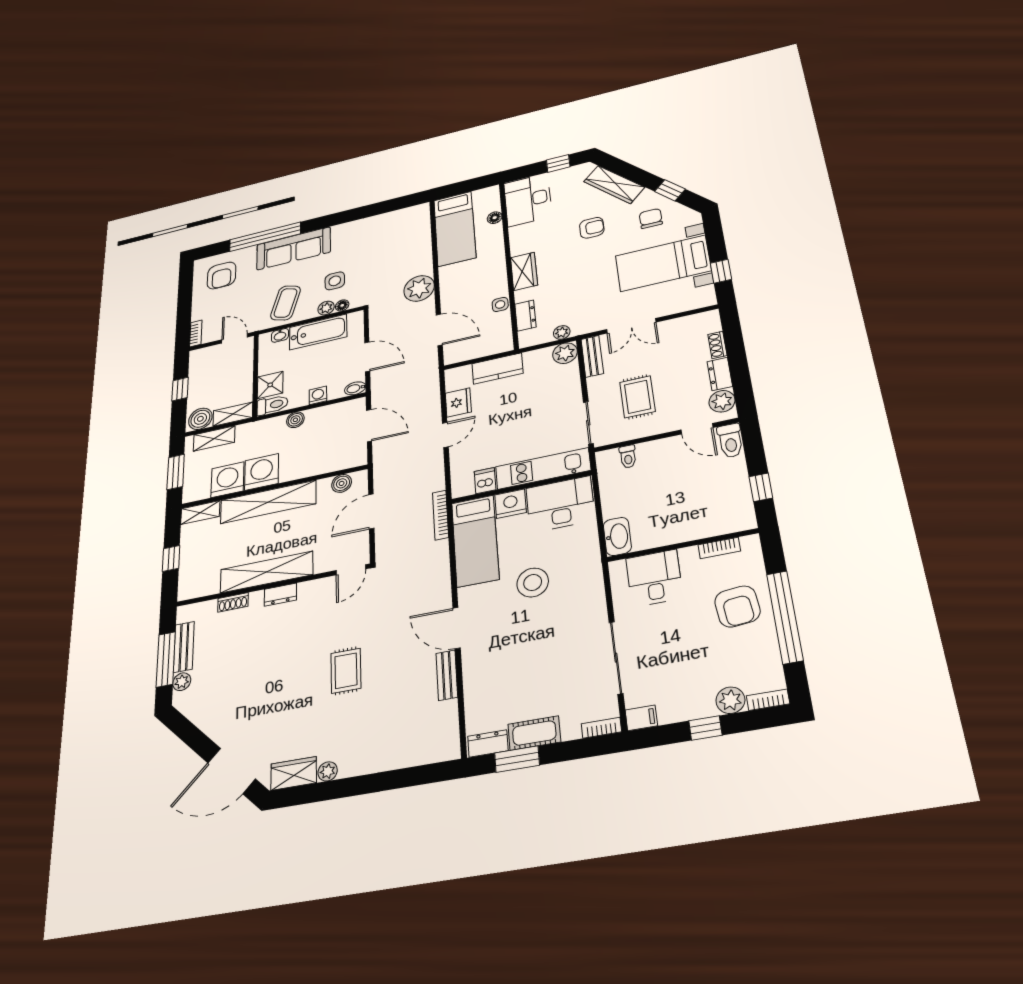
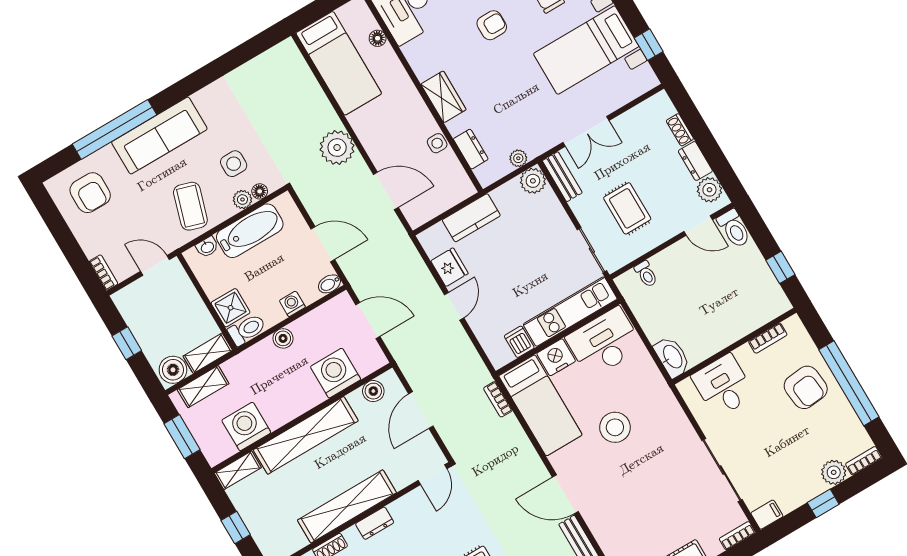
washing machine: (262, 472) -> (336, 373), moved
bookcase: (441, 515) -> (498, 399), width x0.64

